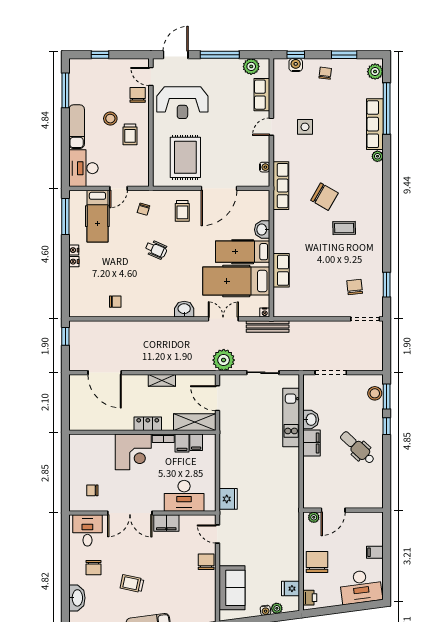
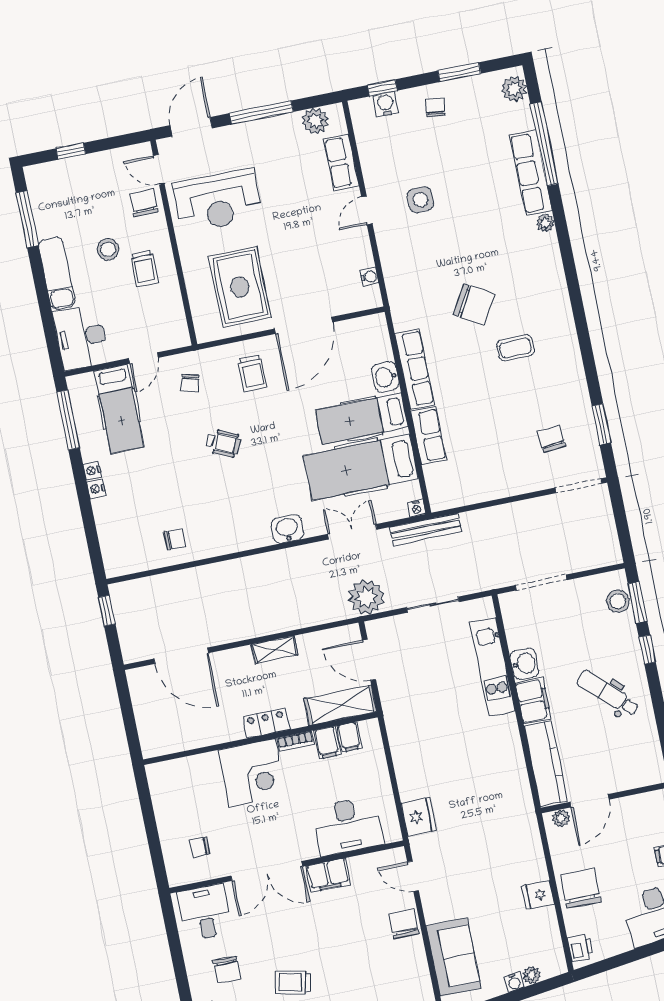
row of seats: (281, 186) -> (415, 369), moved
kitchen counter: (311, 482) -> (546, 764), added
fridge: (291, 589) -> (538, 895), moved

